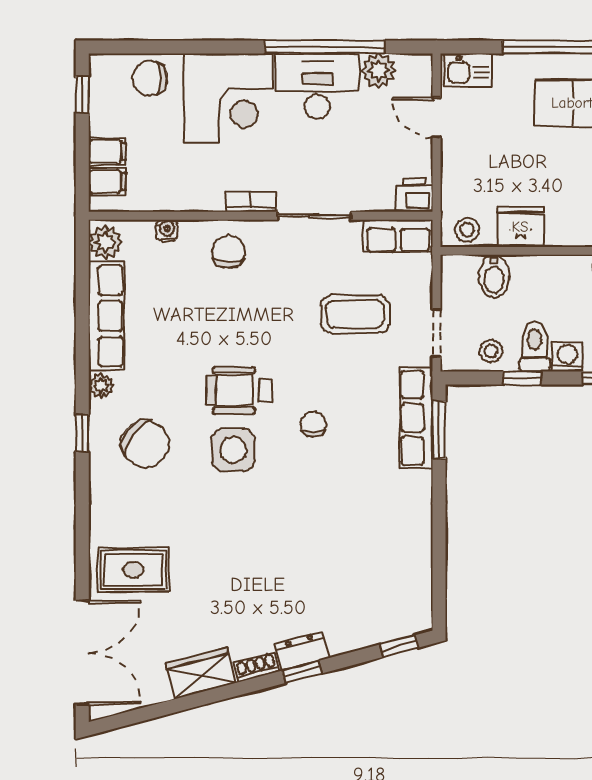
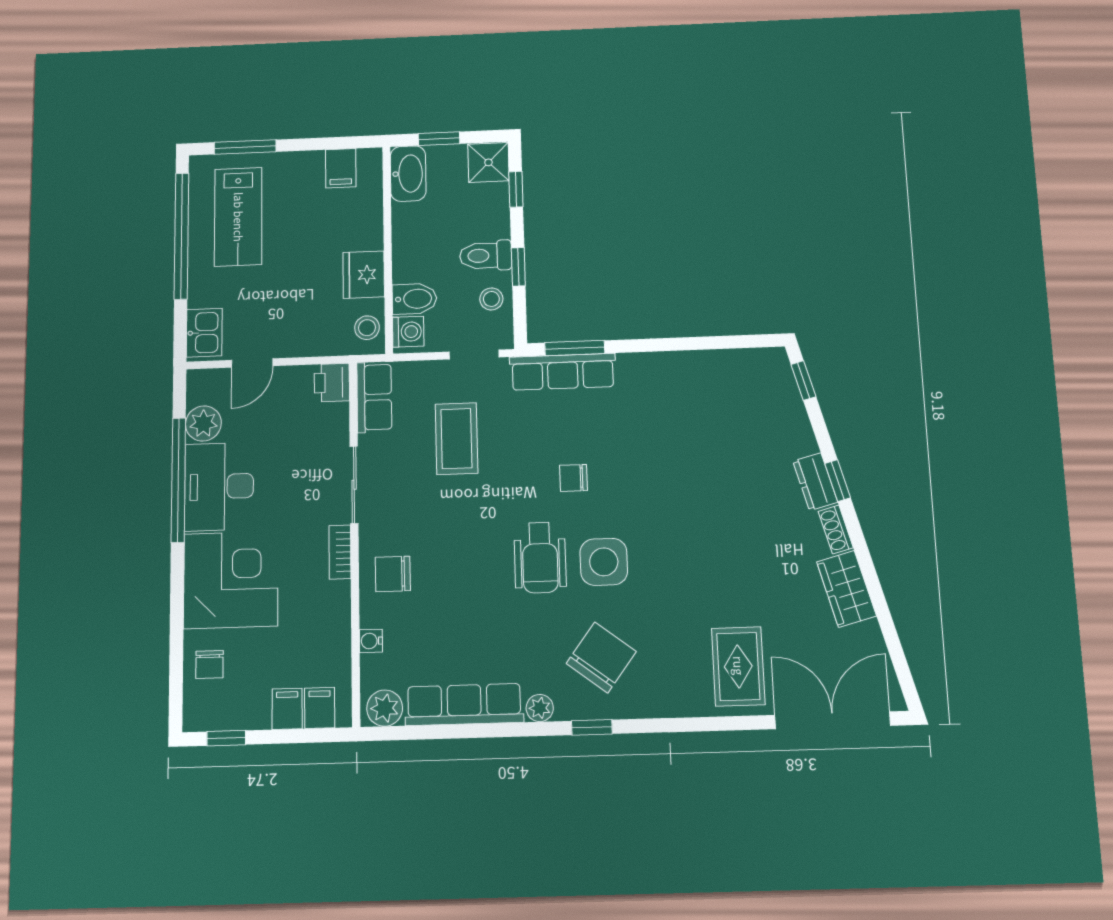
chair: (150, 78) -> (209, 664), width x0.73, depth x0.73
washing machine: (567, 357) -> (408, 332), moved, turned 180

